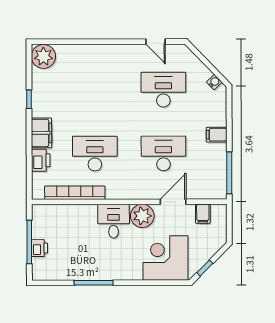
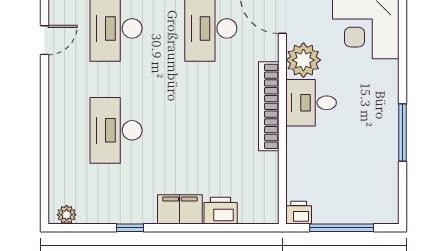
plant: (43, 56) -> (67, 215), width x0.53, depth x0.53
desk: (95, 154) -> (116, 130), moved
bookcase: (75, 193) -> (269, 106), moved
printer: (40, 248) -> (299, 213), moved

